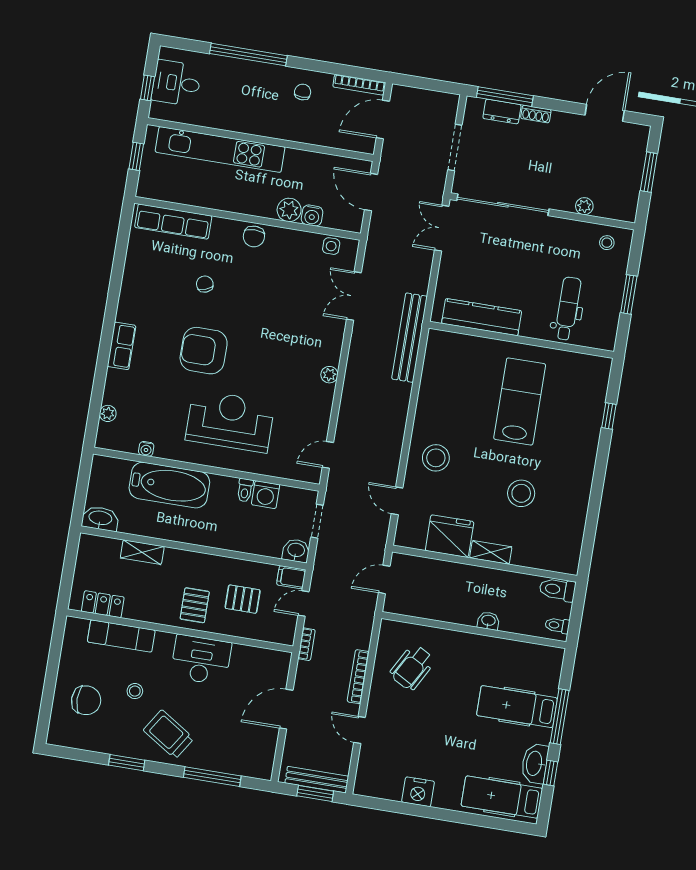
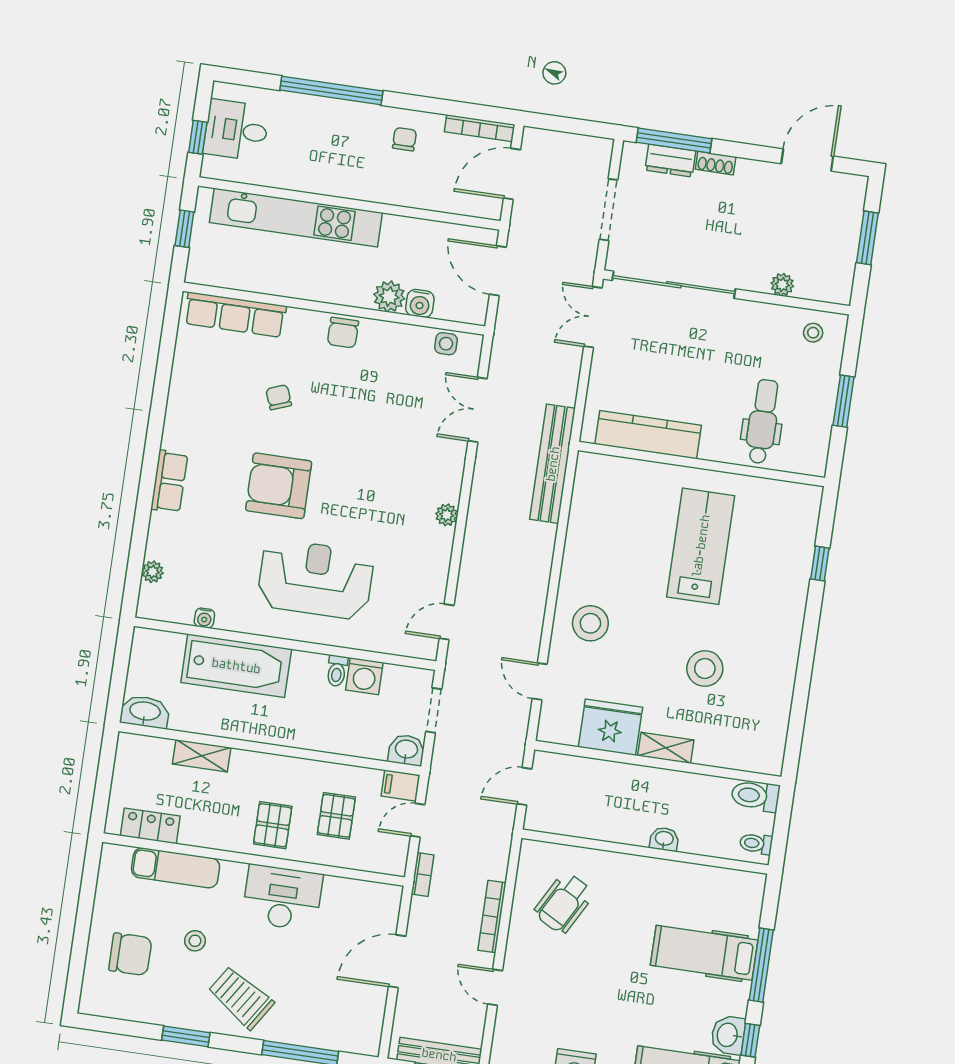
pallet: (243, 599) -> (336, 816), turned 90
washbasin: (535, 763) -> (728, 1035), width x0.72

